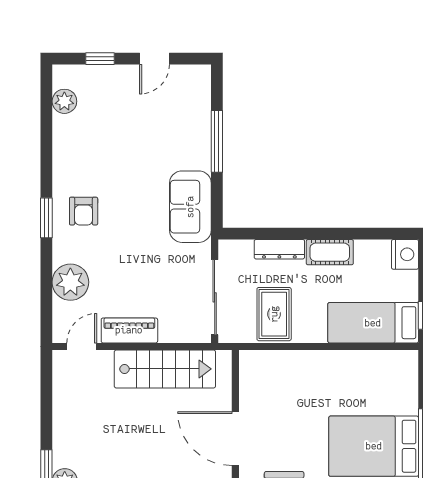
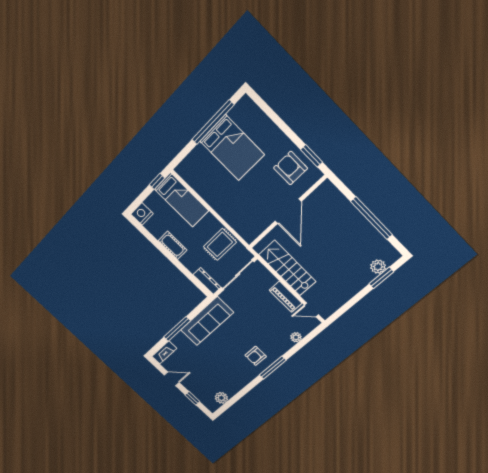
fireplace: (201, 88) -> (164, 352), added
sofa: (190, 207) -> (207, 321), width x1.36
armchair: (84, 211) -> (256, 356), turned 180
window: (46, 218) -> (273, 368), width x1.44
dresser: (279, 249) -> (207, 281), moved
plant: (70, 282) -> (296, 337), width x0.53, depth x0.53

